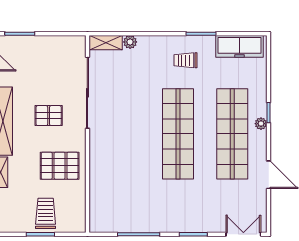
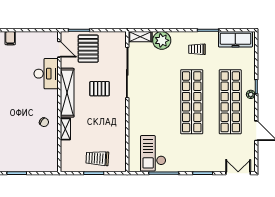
plant: (130, 42) -> (162, 40), width x1.88, depth x1.88
pallet: (60, 166) -> (88, 49), moved, turned 90
checkout: (124, 206) -> (153, 153), added
trolley: (46, 213) -> (97, 158), turned -87

